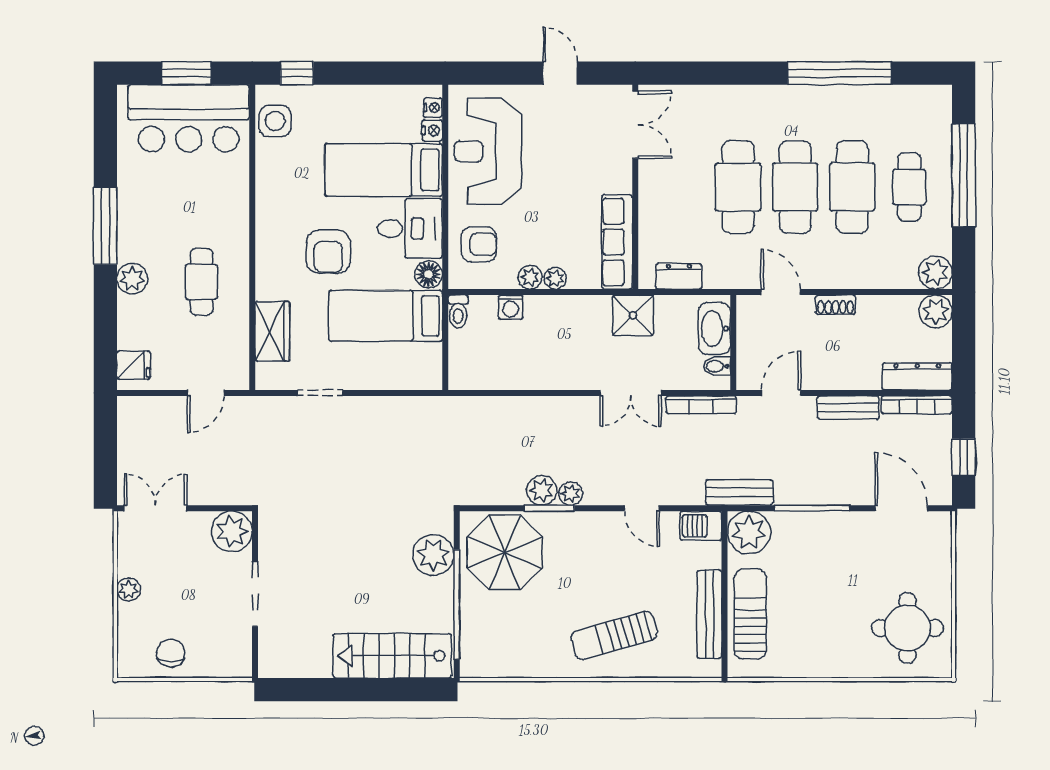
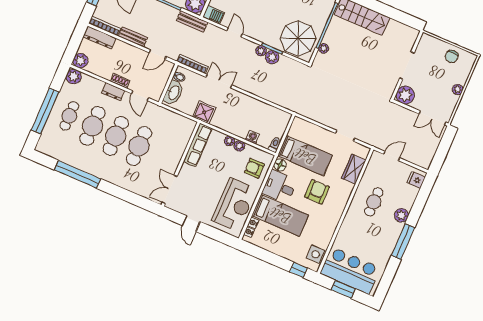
dresser: (679, 276) -> (113, 92), moved
plant: (433, 555) -> (324, 48), width x0.53, depth x0.53

